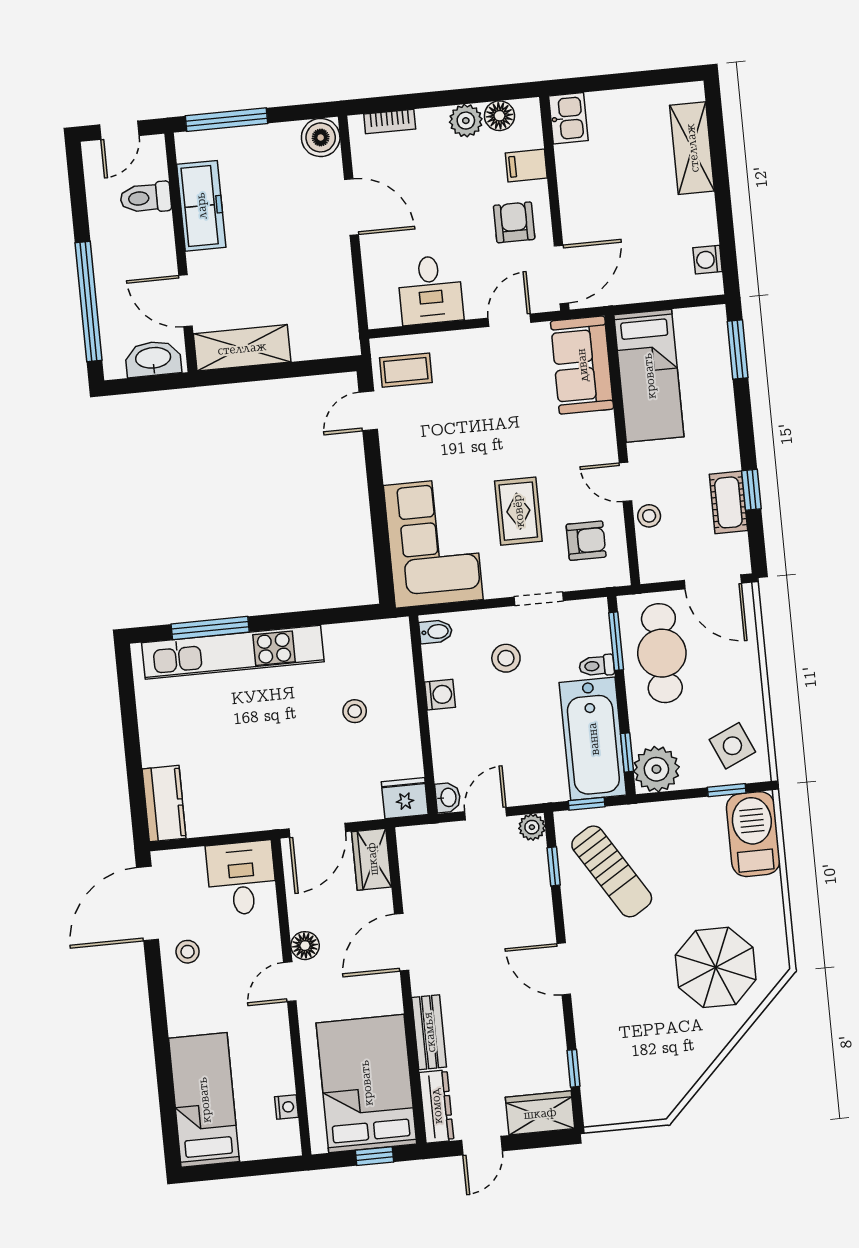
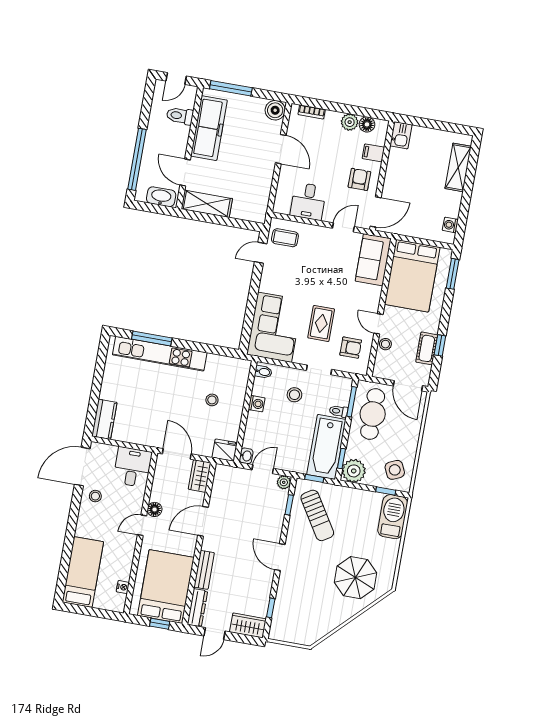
freezer: (201, 206) -> (209, 128), width x1.36, depth x1.26
bed: (649, 376) -> (412, 276), width x1.50
door: (317, 830) -> (177, 454), swing flipped

